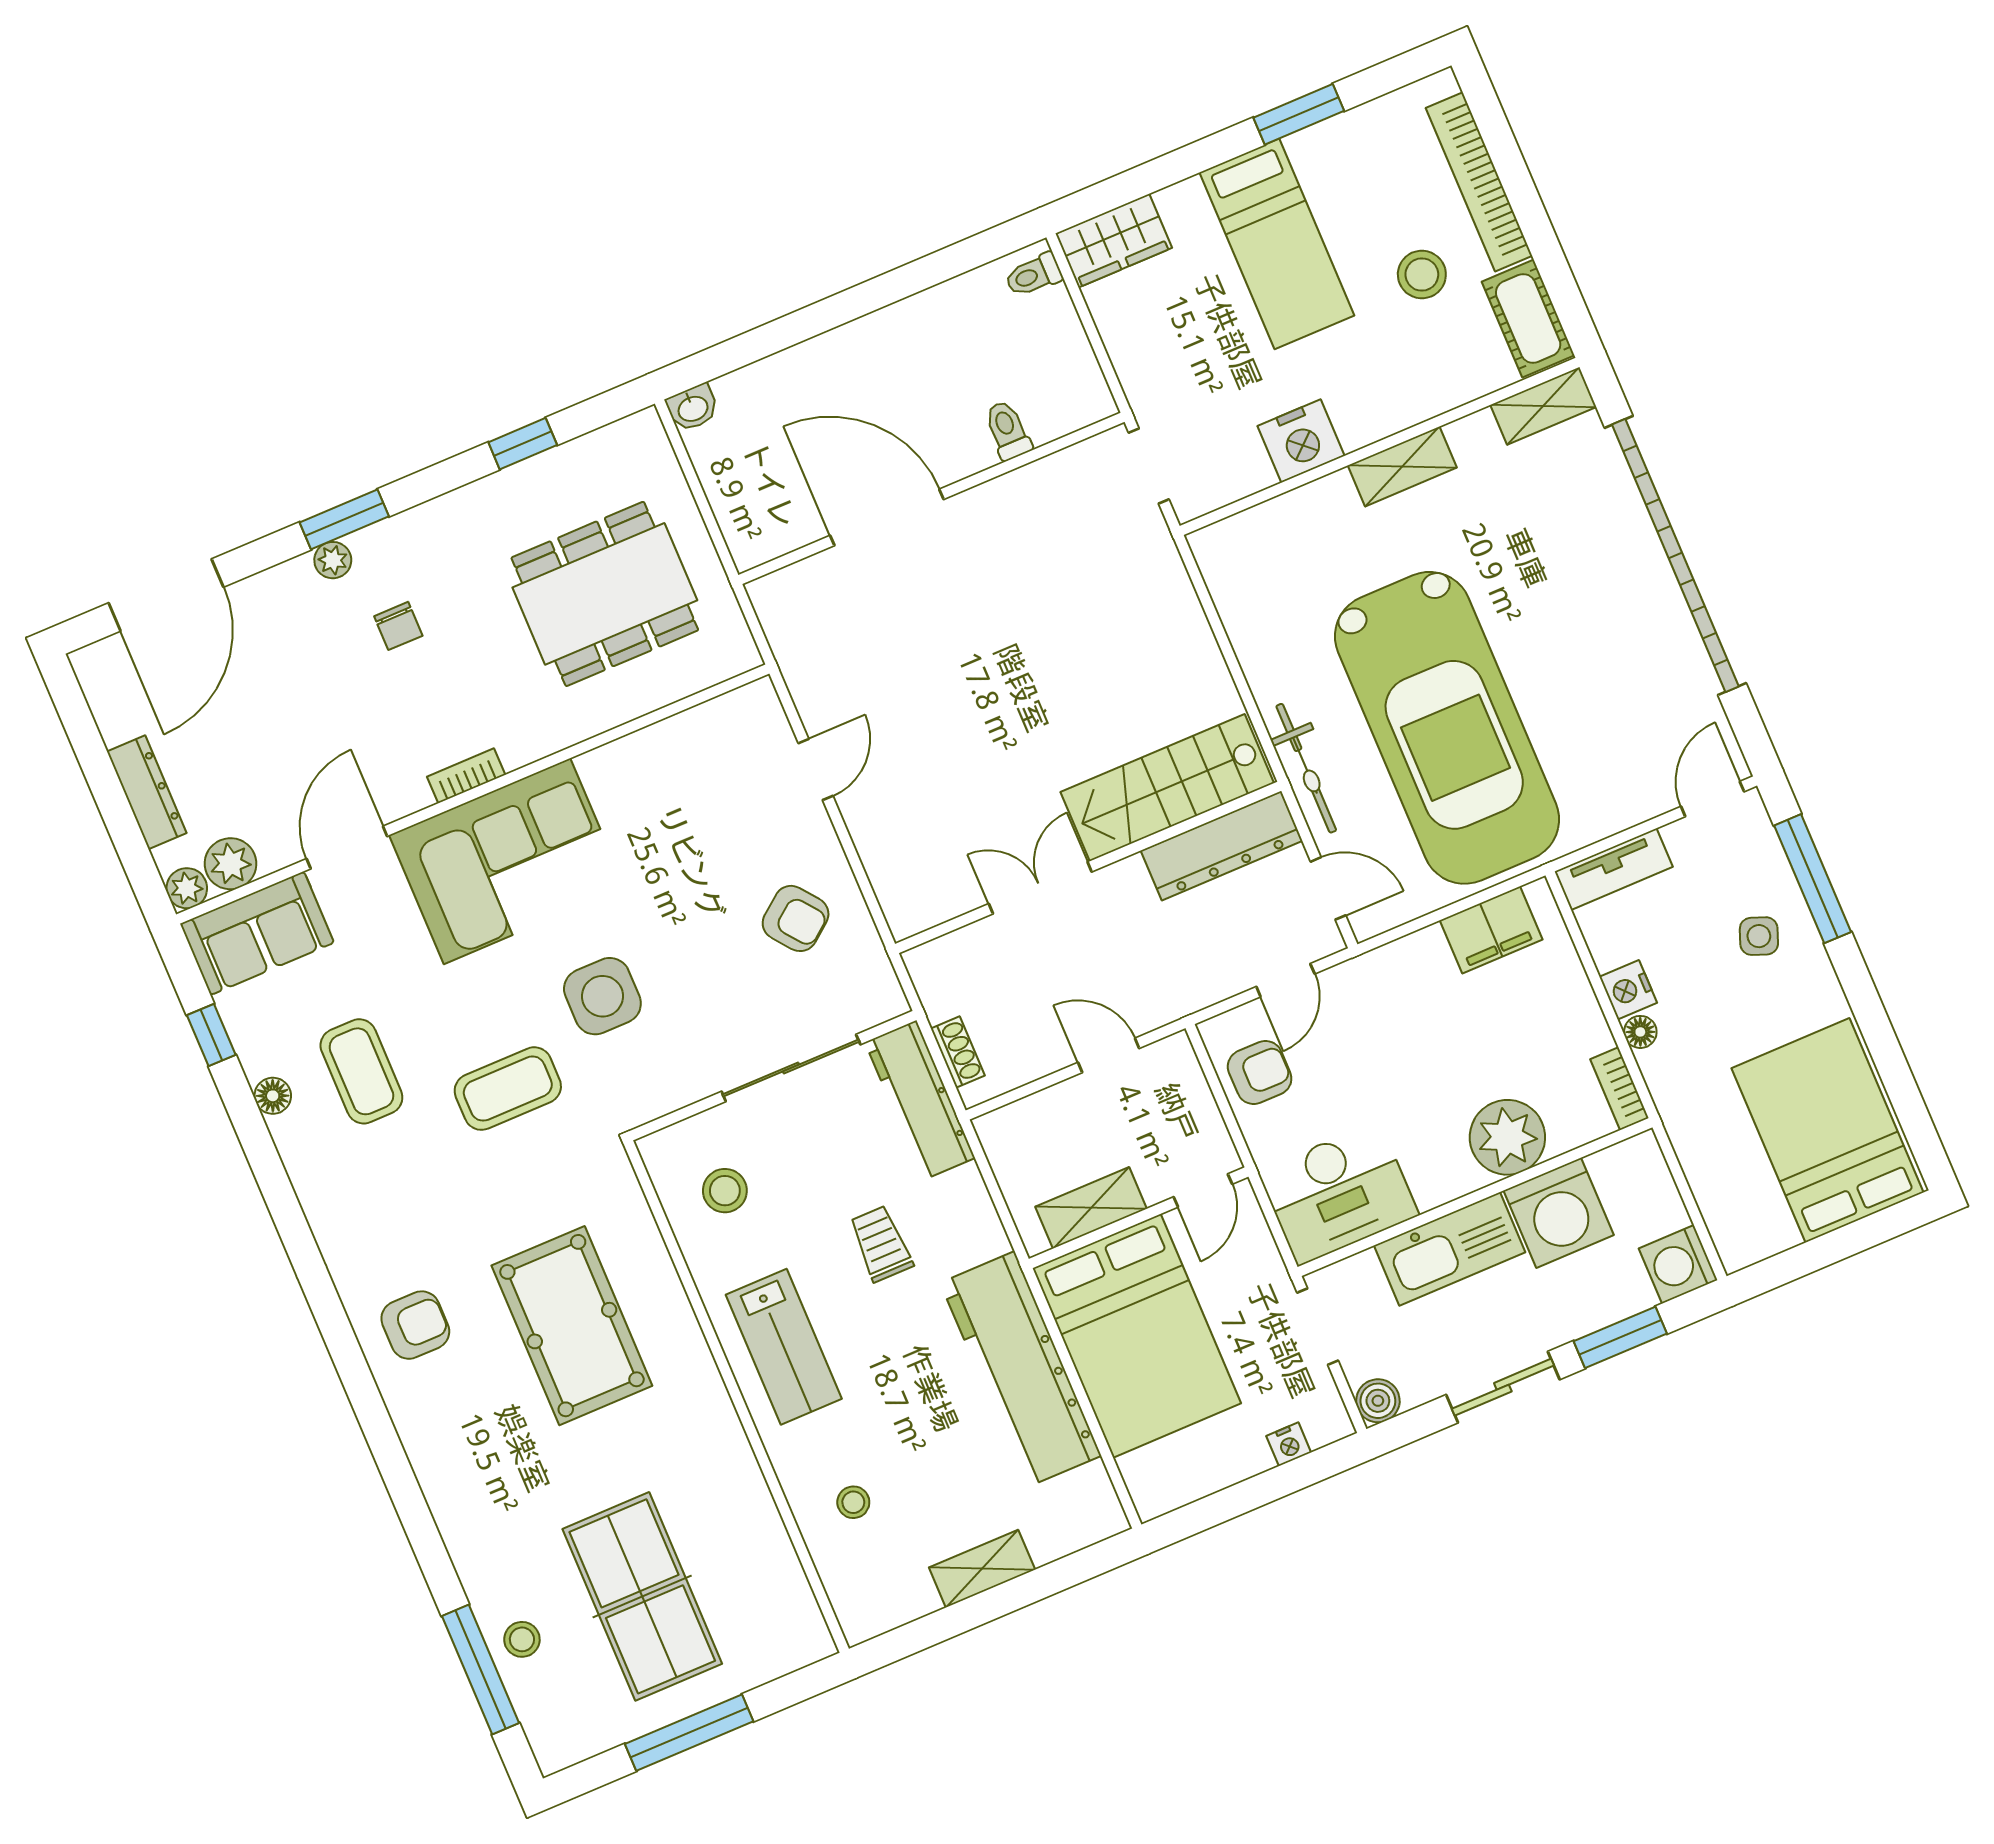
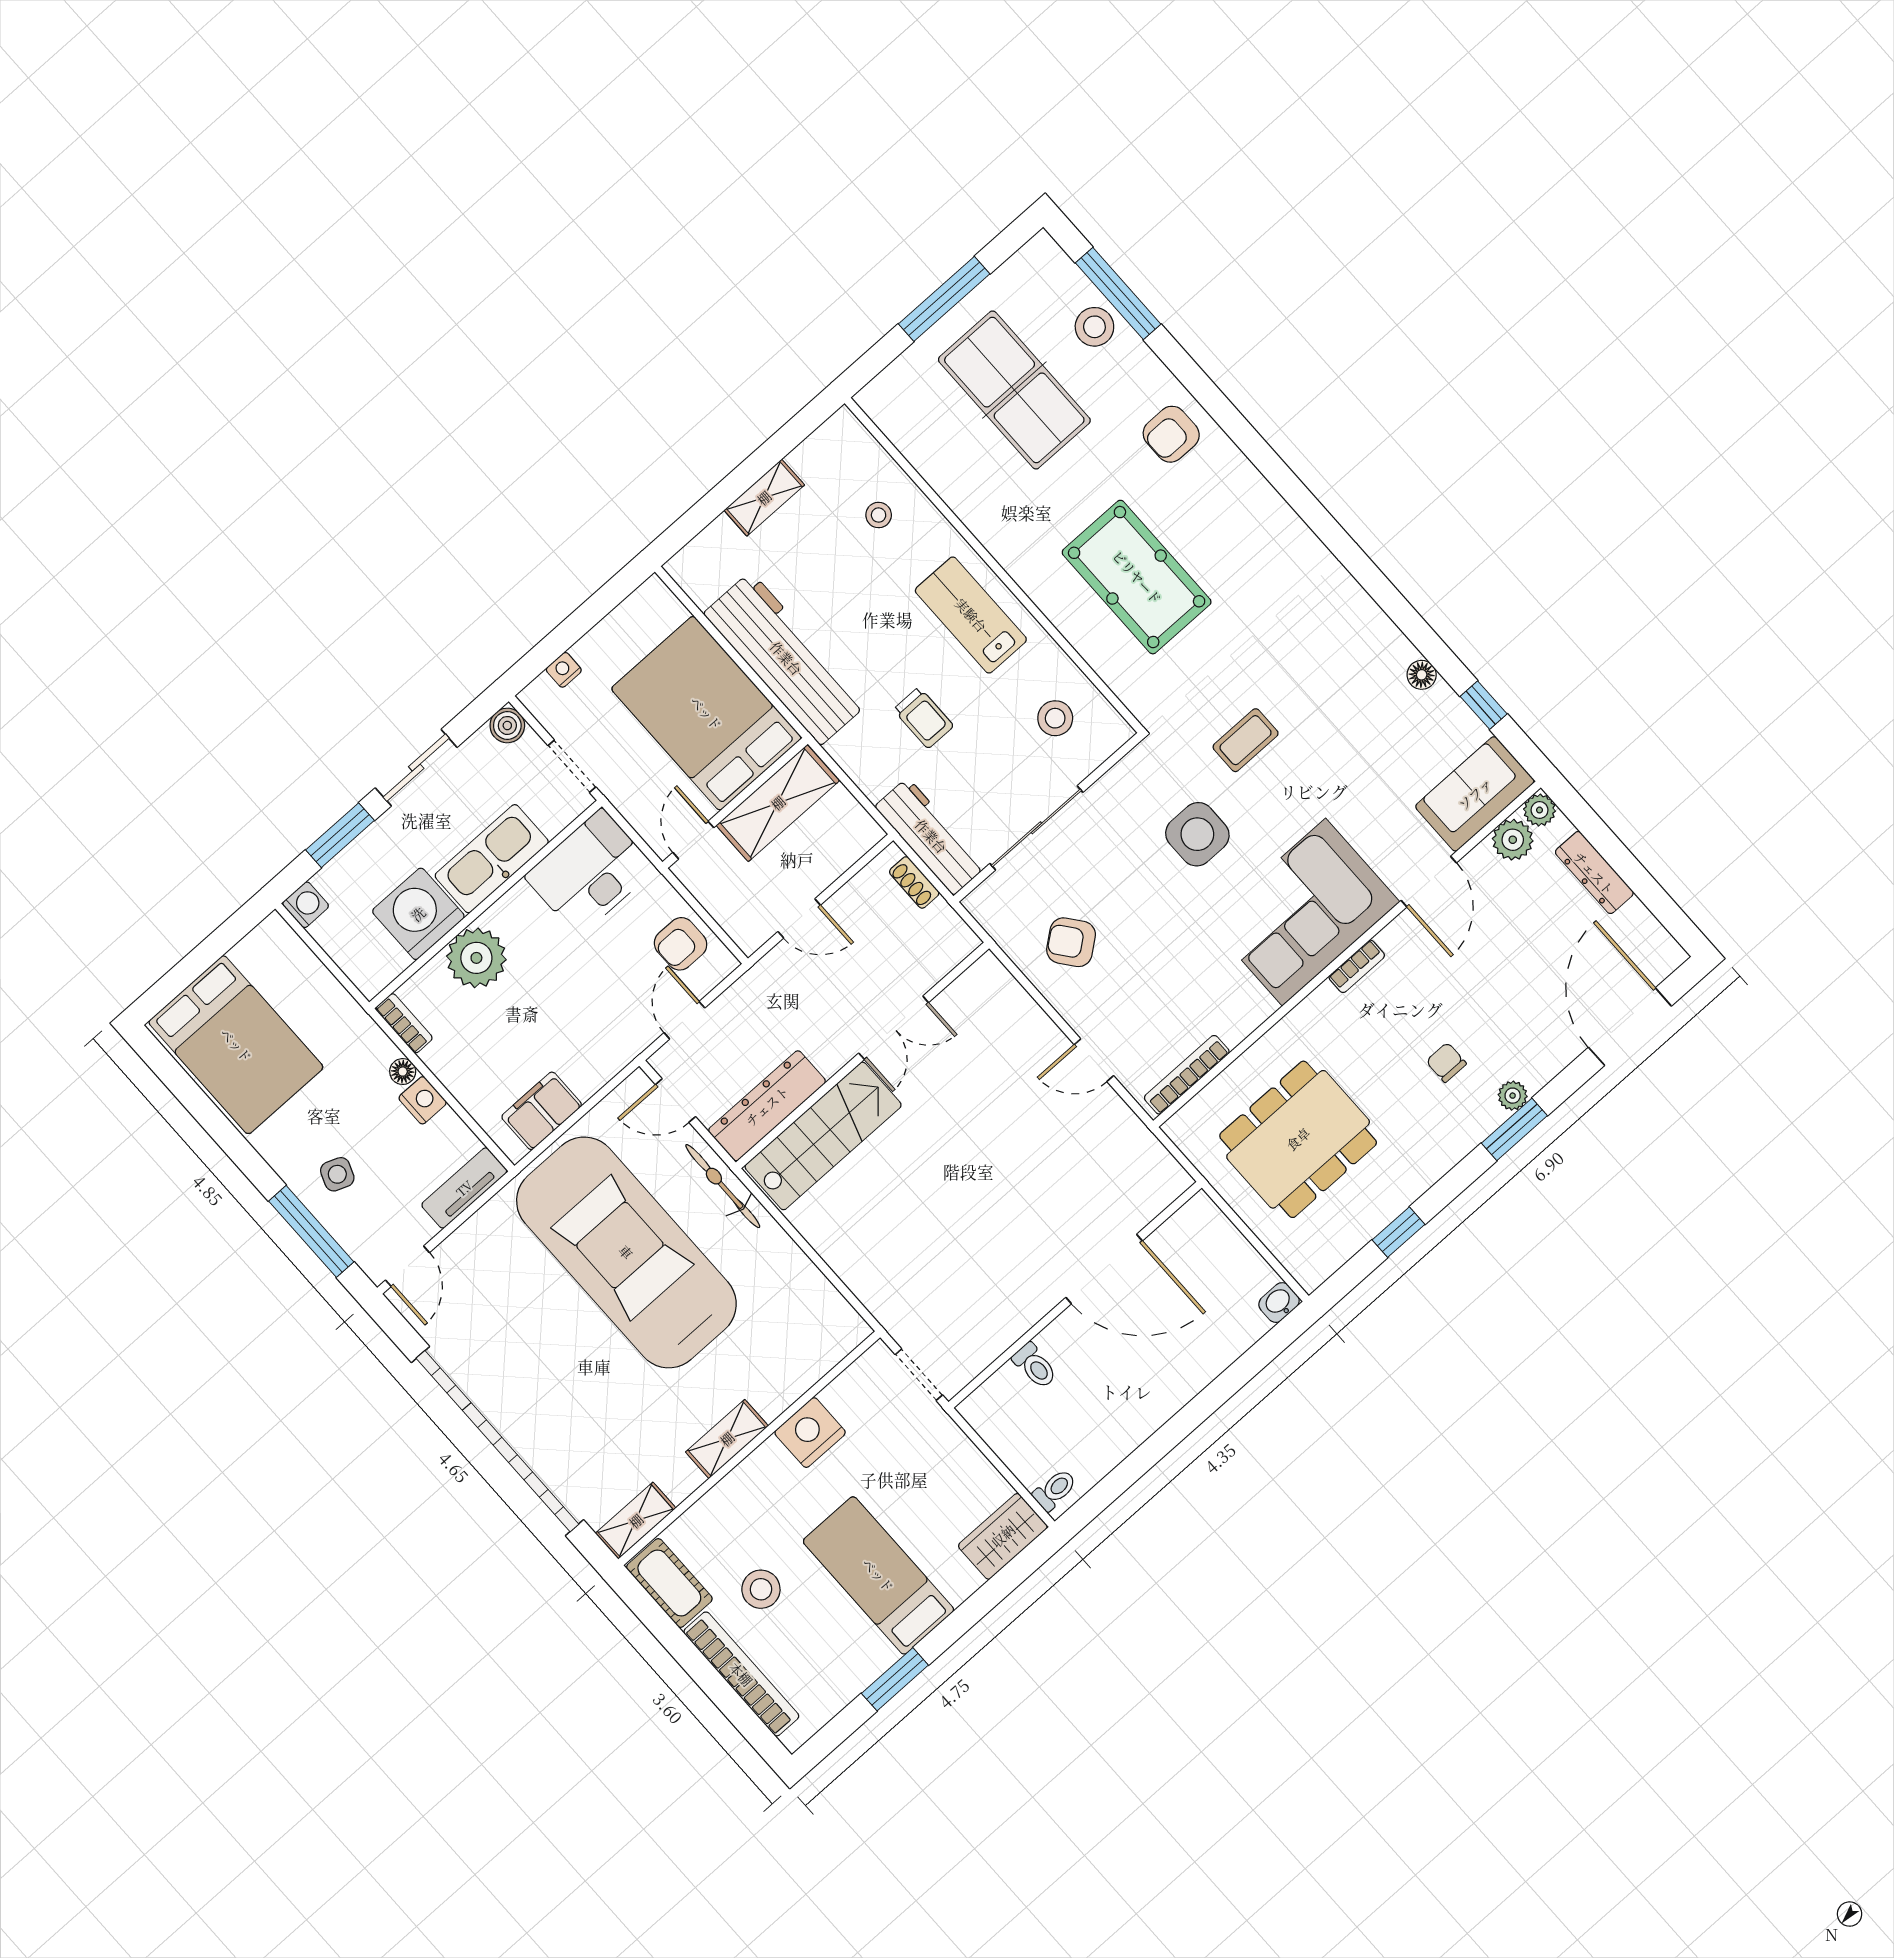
bookcase: (711, 715) -> (1187, 1075), added
door: (816, 770) -> (1094, 1060), hinge flipped
coffee table: (361, 1071) -> (1361, 716), removed
coffee table: (508, 1089) -> (1246, 740), width x0.73, depth x0.77
shelving: (1091, 1208) -> (778, 803), width x1.50, depth x1.33
washing machine: (1678, 1264) -> (306, 905), width x0.73, depth x0.73
armchair: (415, 1325) -> (1171, 434), moved
stool: (522, 1639) -> (1094, 327), width x1.37, depth x1.37

